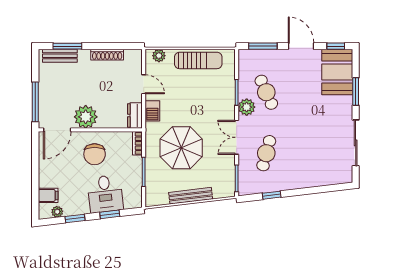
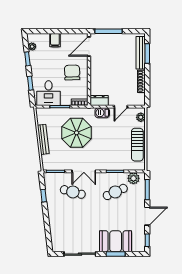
bench: (60, 56) -> (141, 53), width x1.36
booth: (337, 72) -> (116, 241), moved
plant: (247, 107) -> (133, 178), moved
plant: (86, 117) -> (98, 66), removed
door: (57, 130) -> (89, 46), hinge flipped
double door: (237, 137) -> (84, 171), swing flipped
chair: (95, 154) -> (72, 72), turned 88
desk: (105, 194) -> (48, 93), moved, turned -83
filing cabinet: (48, 195) -> (55, 40), moved

